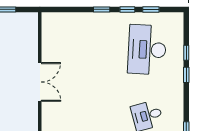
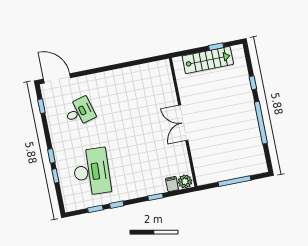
window: (102, 9) -> (155, 197), moved
plant: (50, 20) -> (185, 181), added
filing cabinet: (65, 20) -> (172, 184), added

